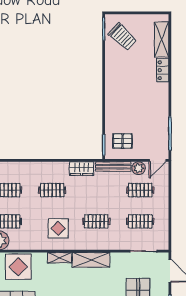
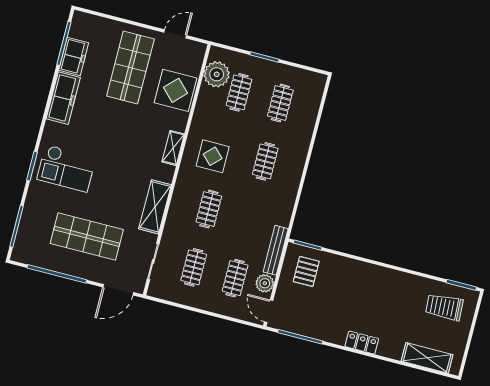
trolley: (123, 37) -> (444, 307), turned 44
locker: (163, 70) -> (362, 343), moved
wardrobe: (82, 169) -> (284, 208), removed
shelving: (91, 260) -> (155, 207), moved

